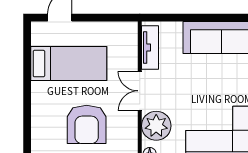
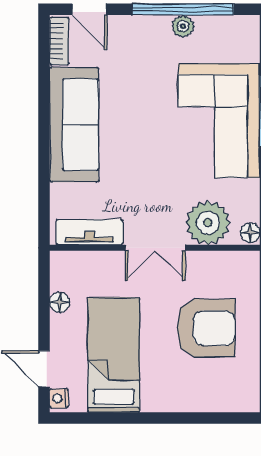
nightstand: (40, 27) -> (59, 398), added
floor lamp: (104, 28) -> (60, 302), added

